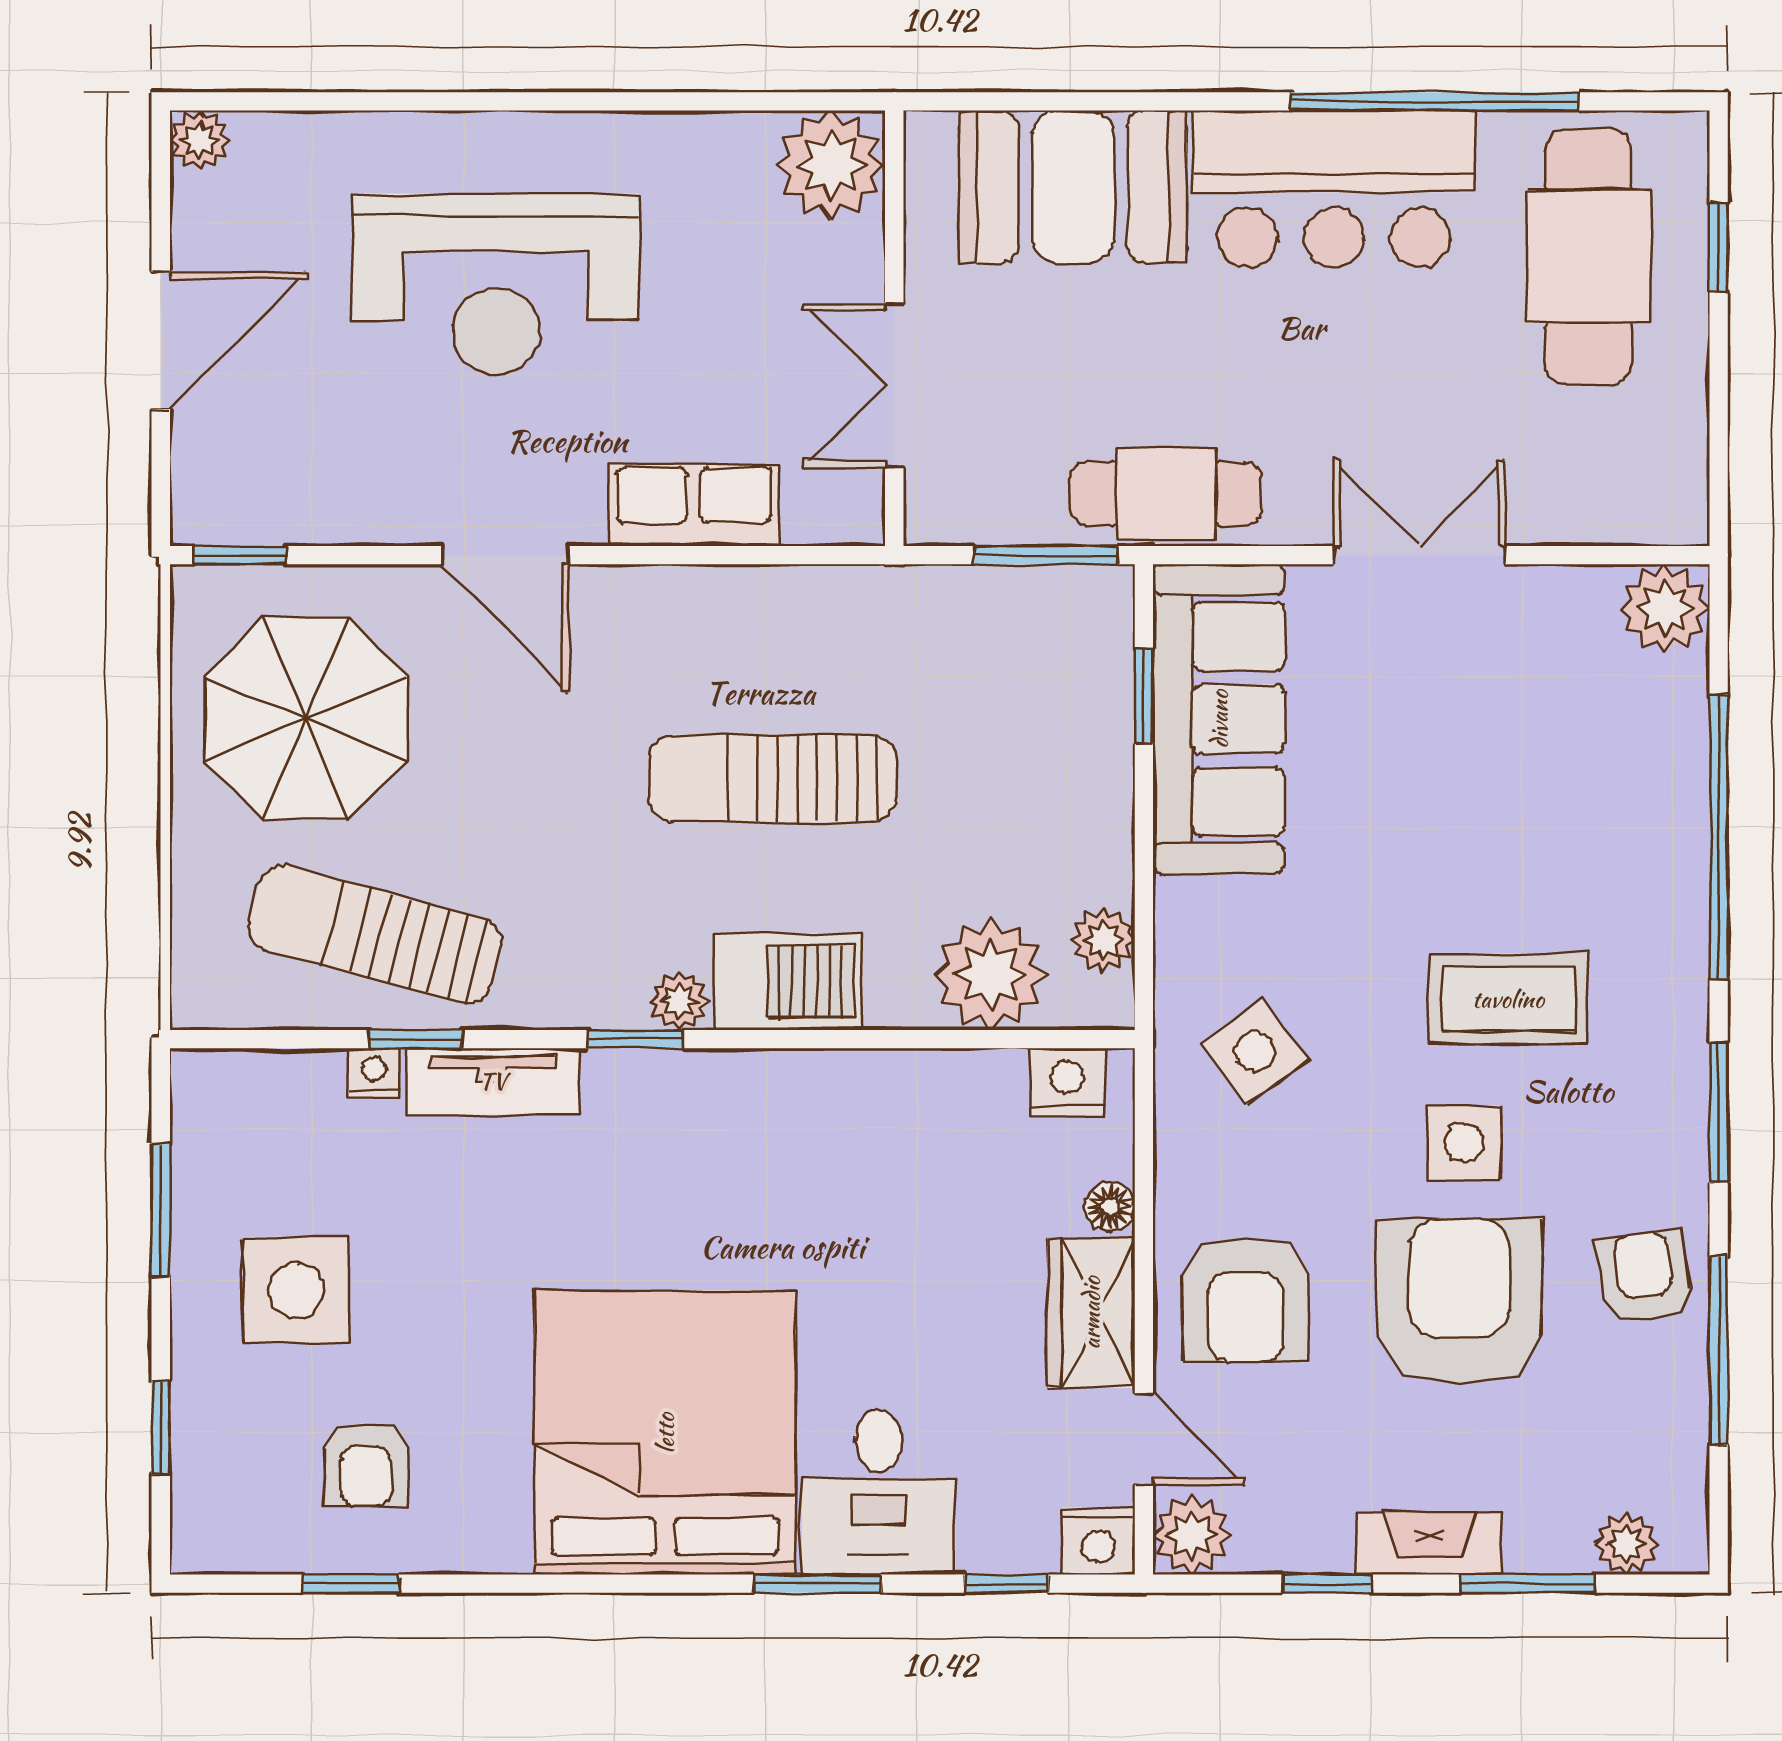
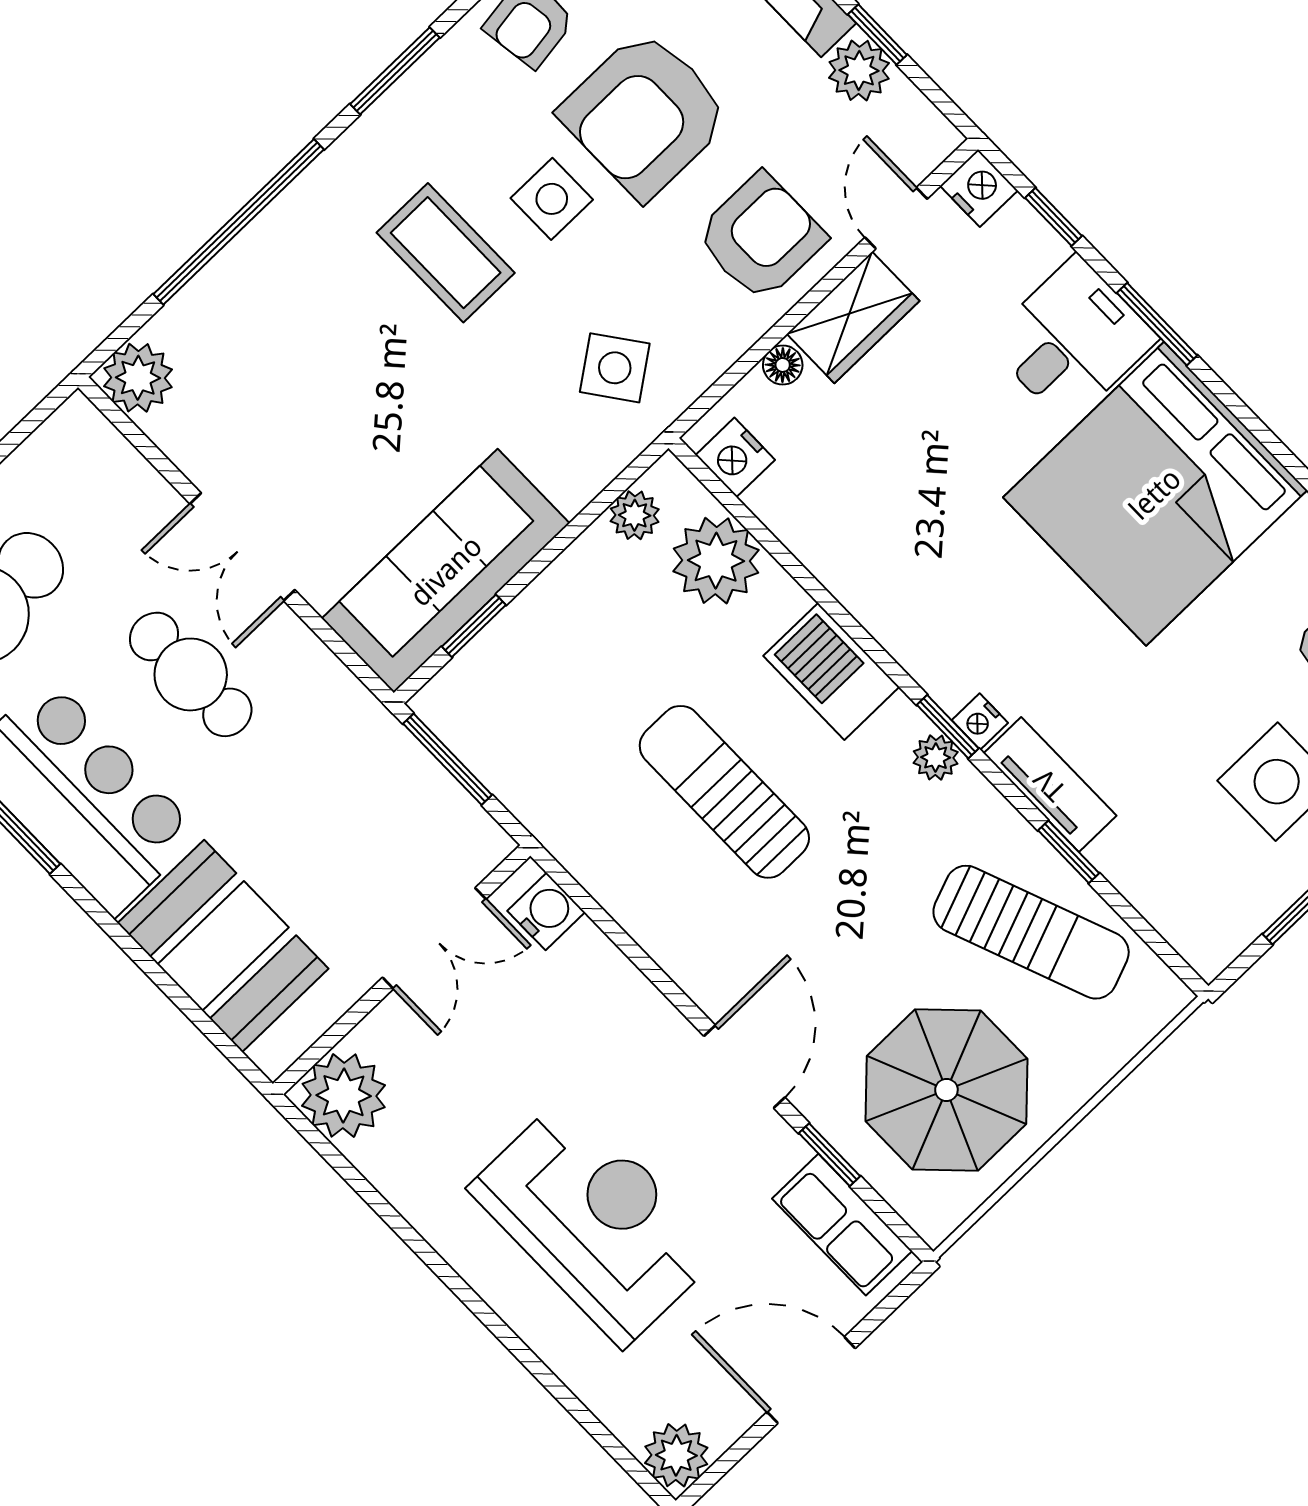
plant: (200, 140) -> (676, 1455), width x1.38, depth x1.38
cafe table: (1166, 494) -> (191, 674), moved
row of seats: (694, 505) -> (842, 1225), moved
water cooler: (820, 511) -> (546, 911), added
window: (240, 555) -> (829, 1155), moved
sun lounger: (773, 778) -> (724, 792), turned 180
sun lounger: (375, 934) -> (1031, 932), turned -36
plant: (679, 1001) -> (936, 757), moved
nightstand: (374, 1073) -> (980, 722), moved
plant: (1192, 1535) -> (859, 70), moved

